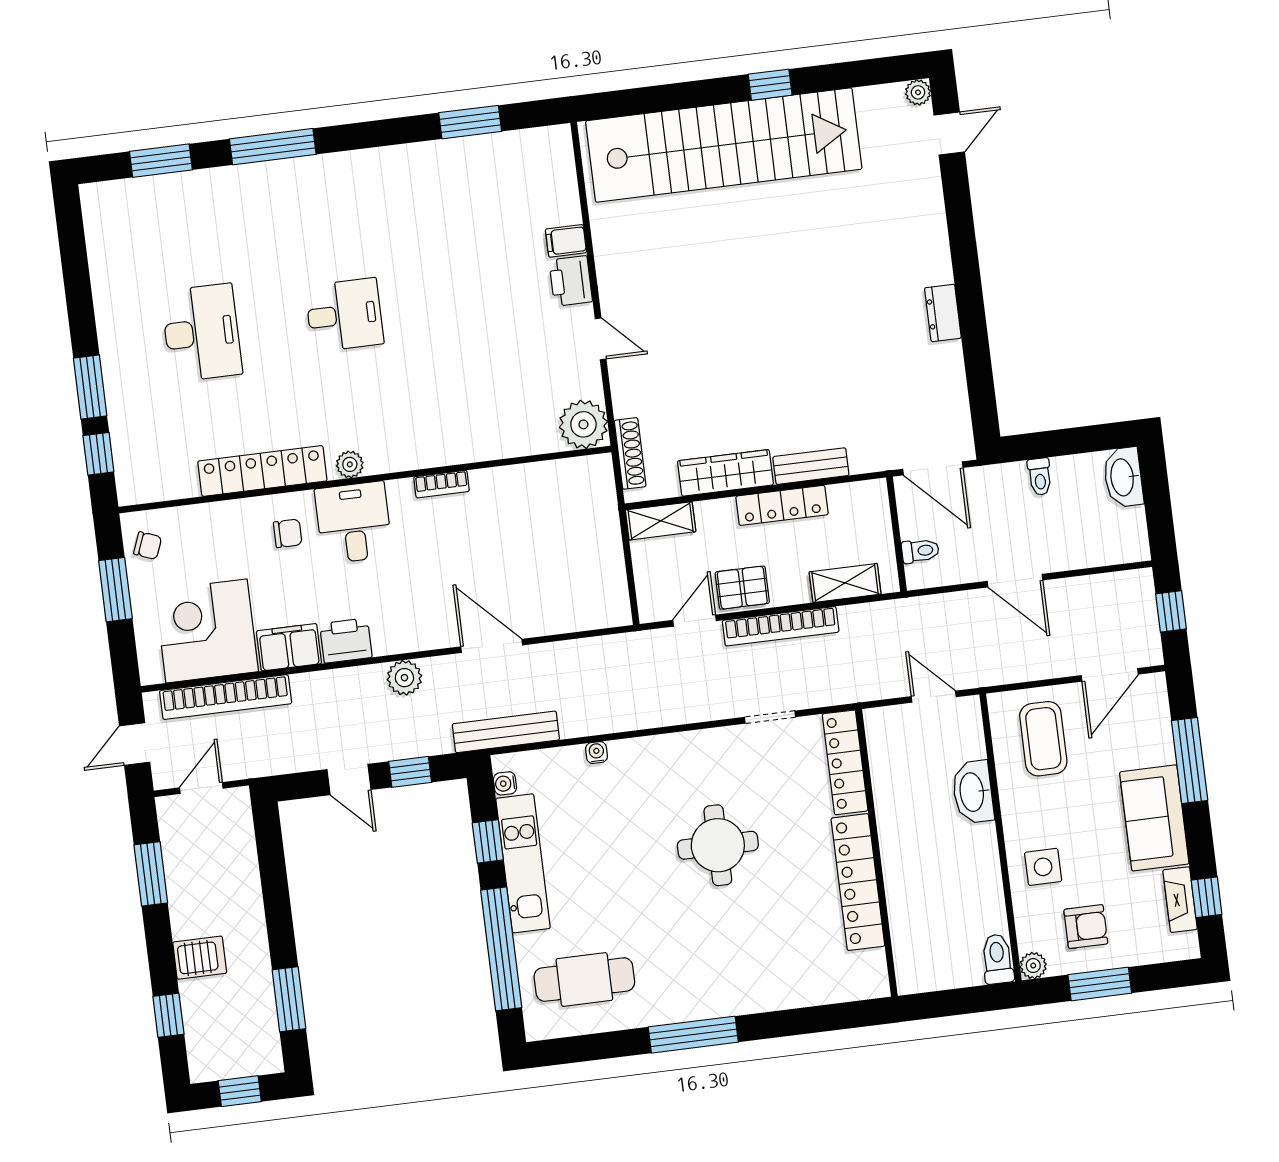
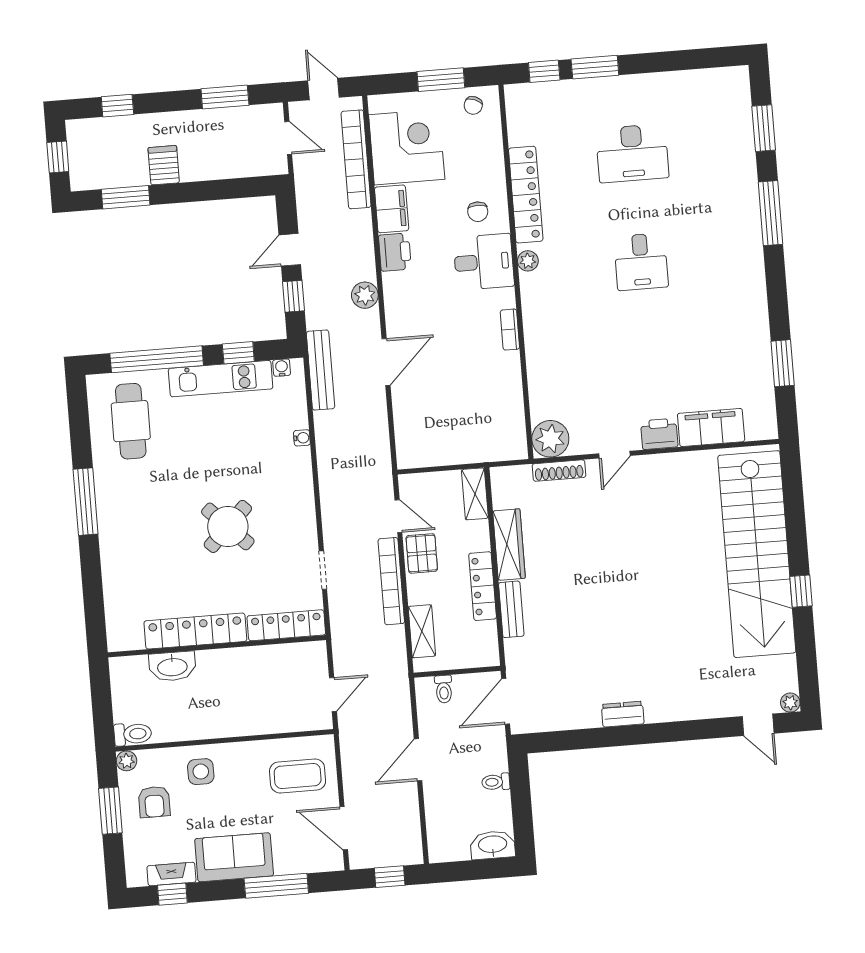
filing cabinet: (566, 241) -> (711, 427), width x3.00, depth x1.17
shoe rack: (630, 453) -> (559, 471), moved
washbasin: (973, 792) -> (172, 666), moved, turned 180
round table: (718, 845) -> (228, 526), turned 45
server rack: (200, 958) -> (164, 165), moved, turned 180

